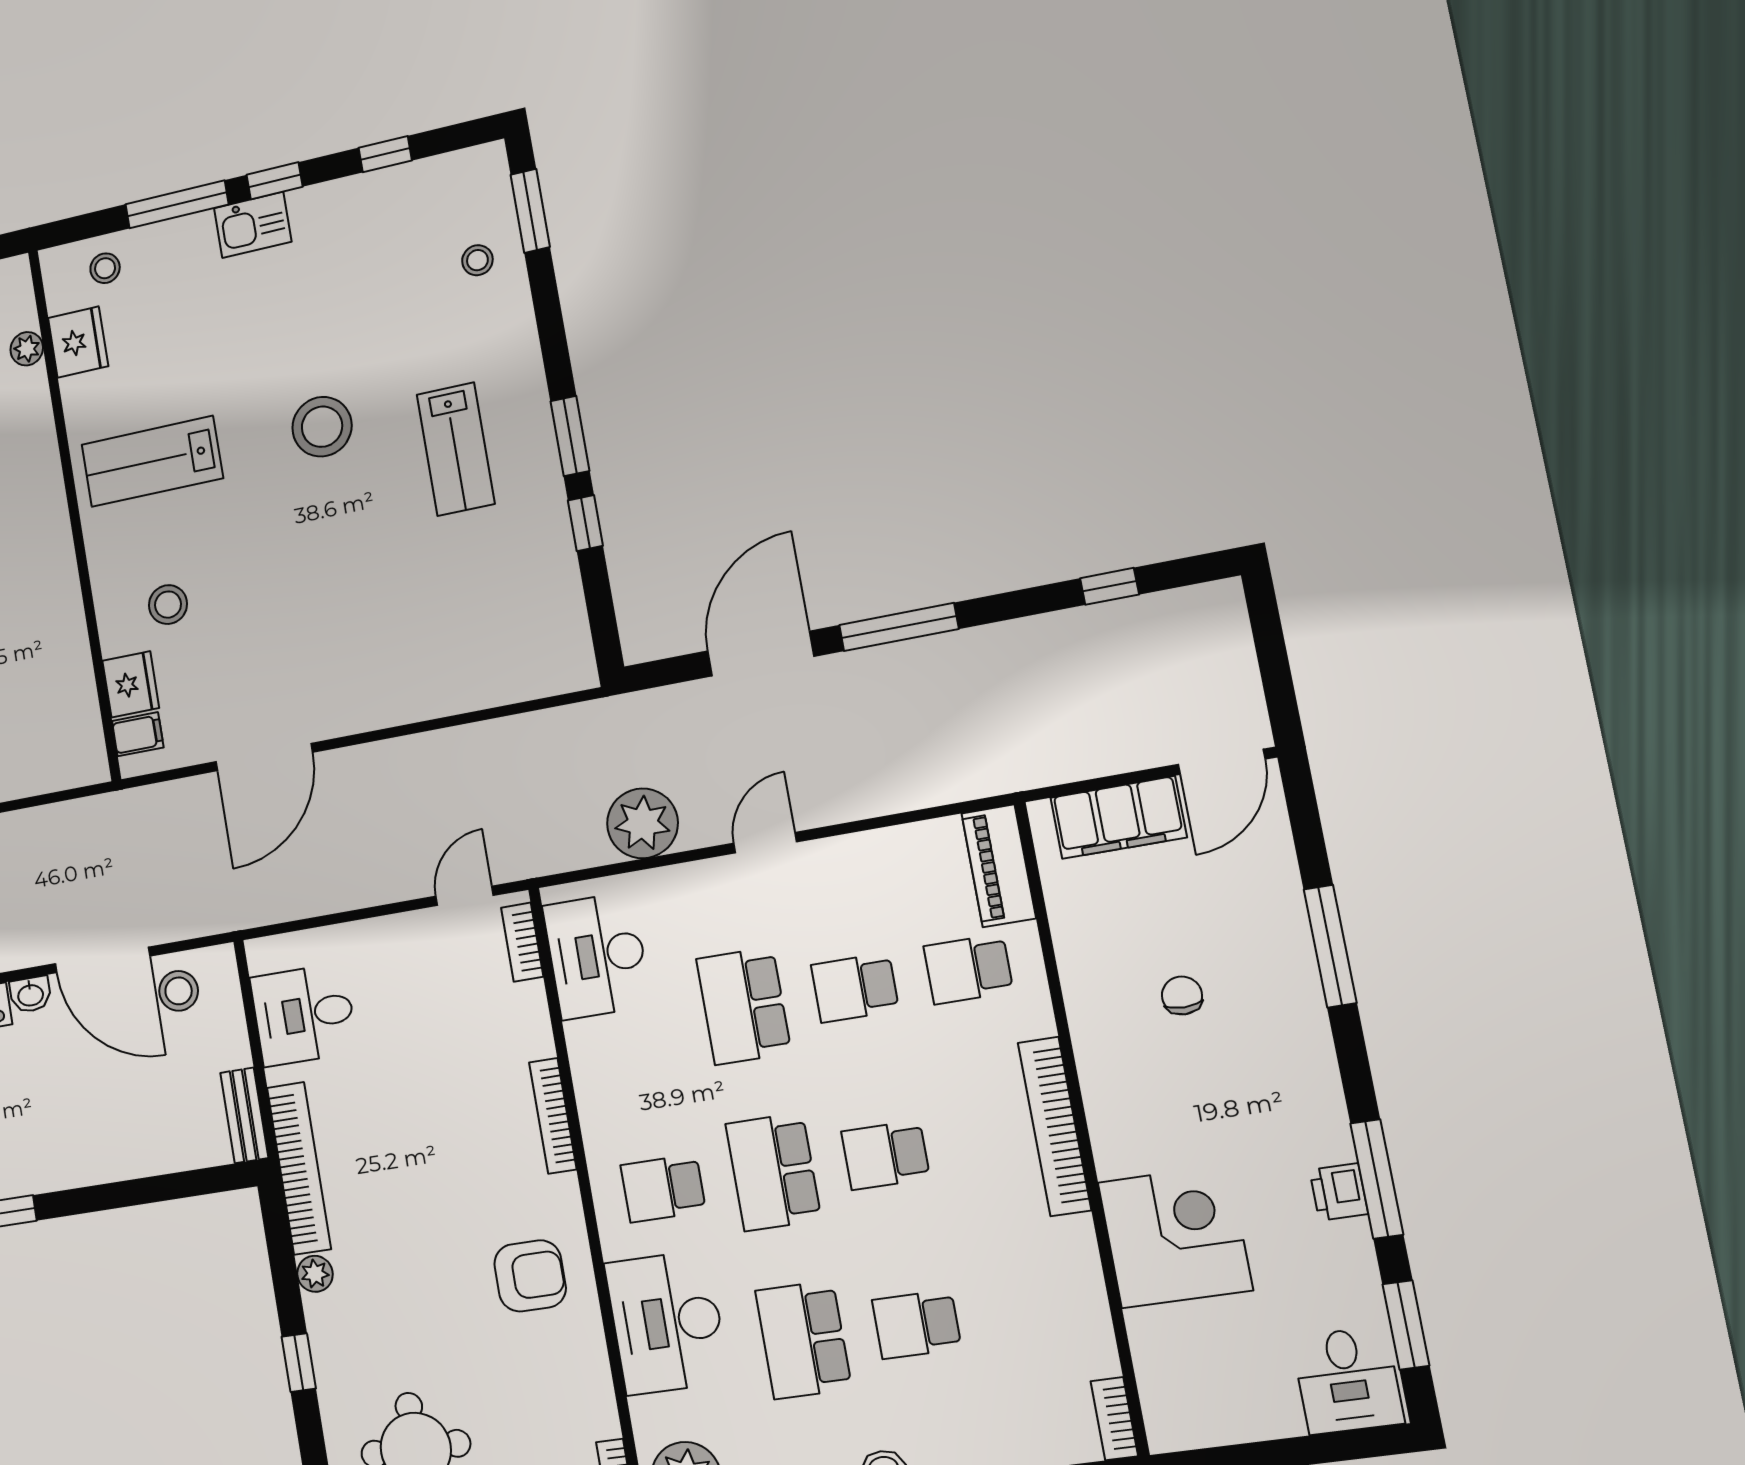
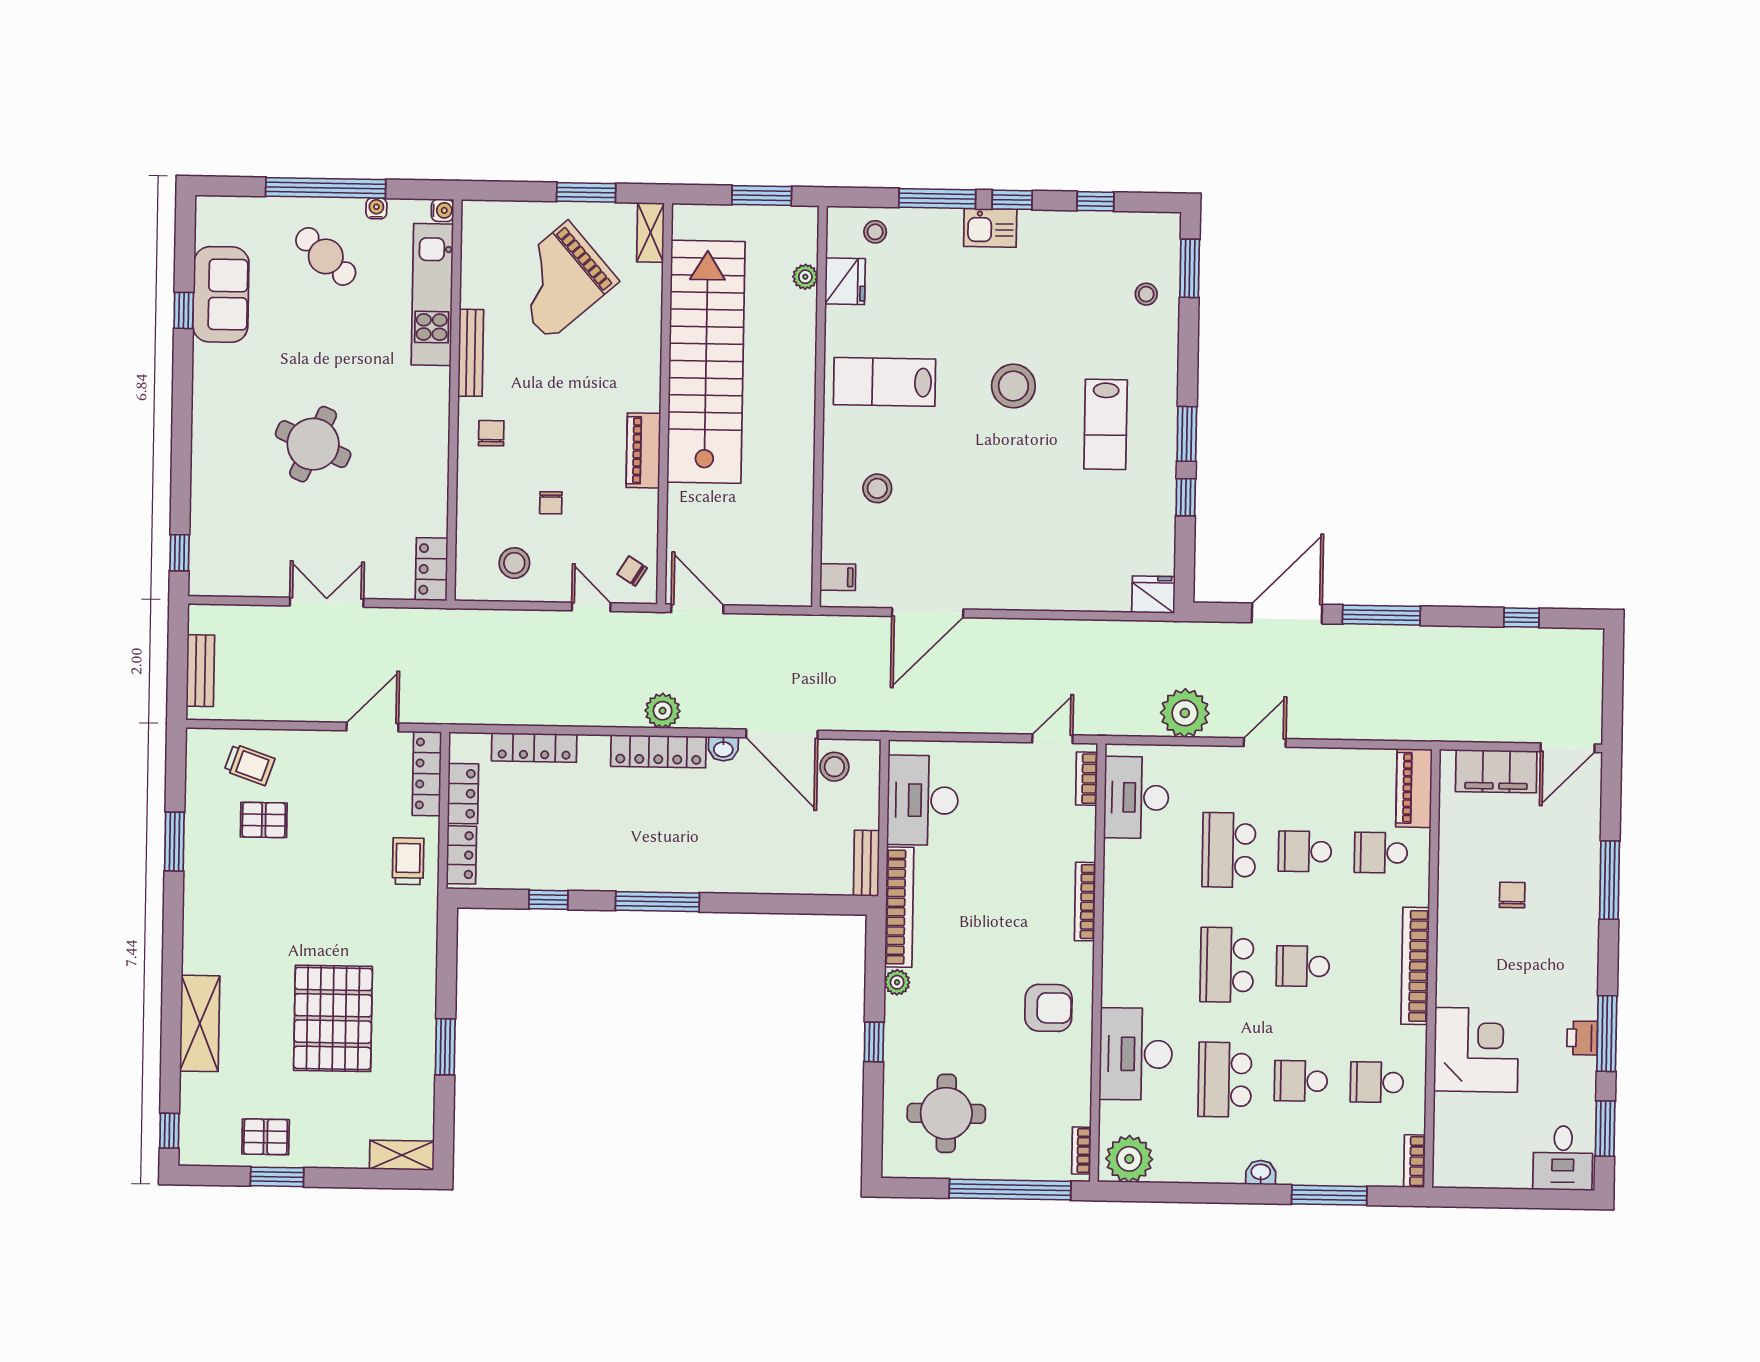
fridge: (131, 684) -> (1153, 595), moved, turned -90
desk: (304, 1015) -> (923, 800), width x1.37
school desk: (663, 1188) -> (1377, 1082), moved

